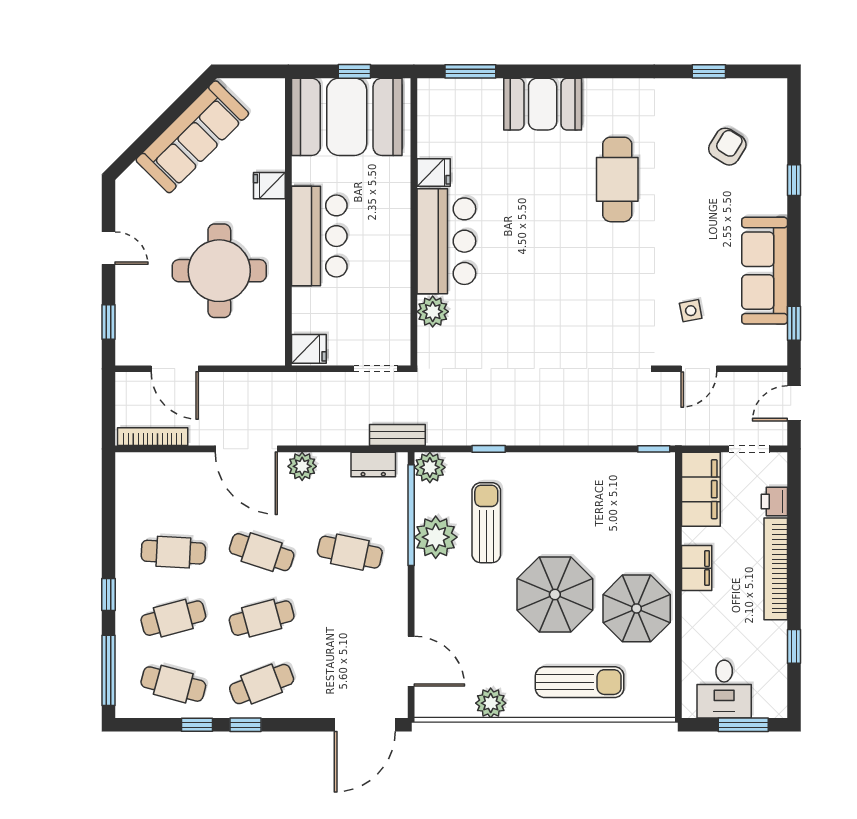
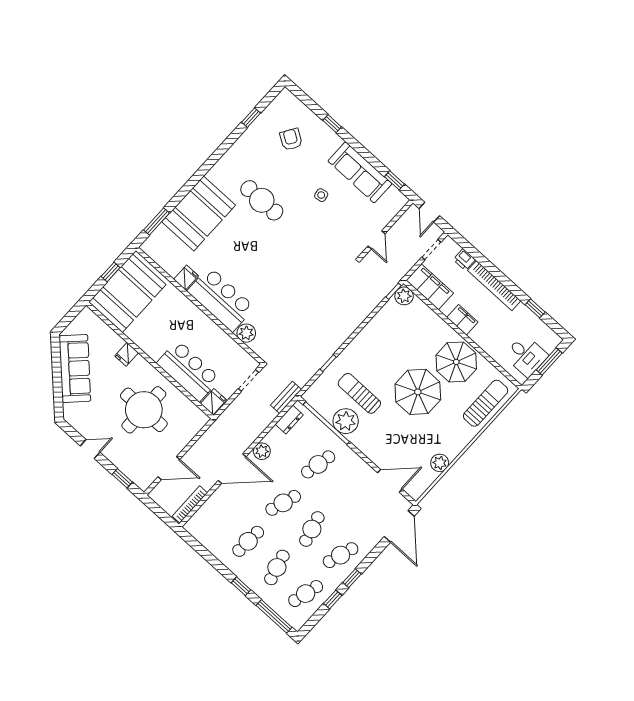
booth: (543, 104) -> (199, 213), width x1.36, depth x1.42
bar counter: (319, 236) -> (188, 371), moved
side table: (691, 311) -> (321, 195), moved
plant: (430, 467) -> (404, 296), moved
sun lounger: (580, 682) -> (486, 403), moved
cafe table: (262, 684) -> (341, 555), turned 39

